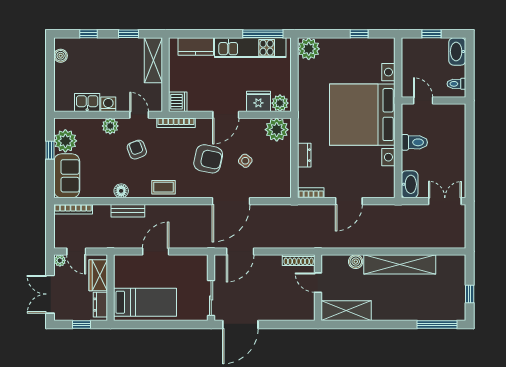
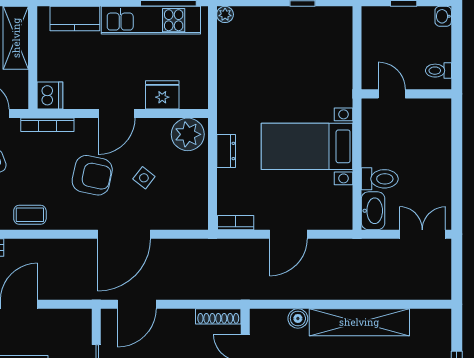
plant: (309, 49) -> (225, 14), width x0.53, depth x0.53
washbasin: (457, 51) -> (443, 16), width x0.52, depth x0.69
plant: (280, 103) -> (192, 98), removed
bed with nightstands: (362, 115) -> (307, 146), width x0.54
toilet: (414, 142) -> (380, 179), moved
dresser: (304, 155) -> (226, 151), moved

